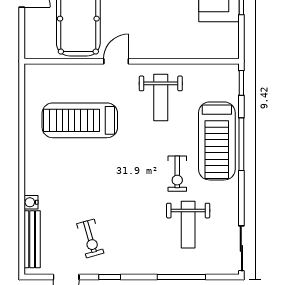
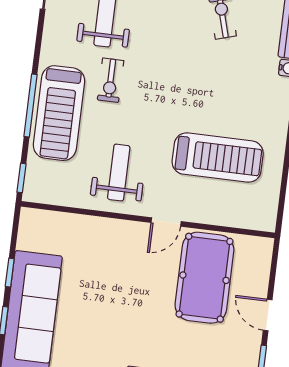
treadmill: (217, 141) -> (59, 113), turned 180
exercise bike: (177, 174) -> (111, 80), turned 180

